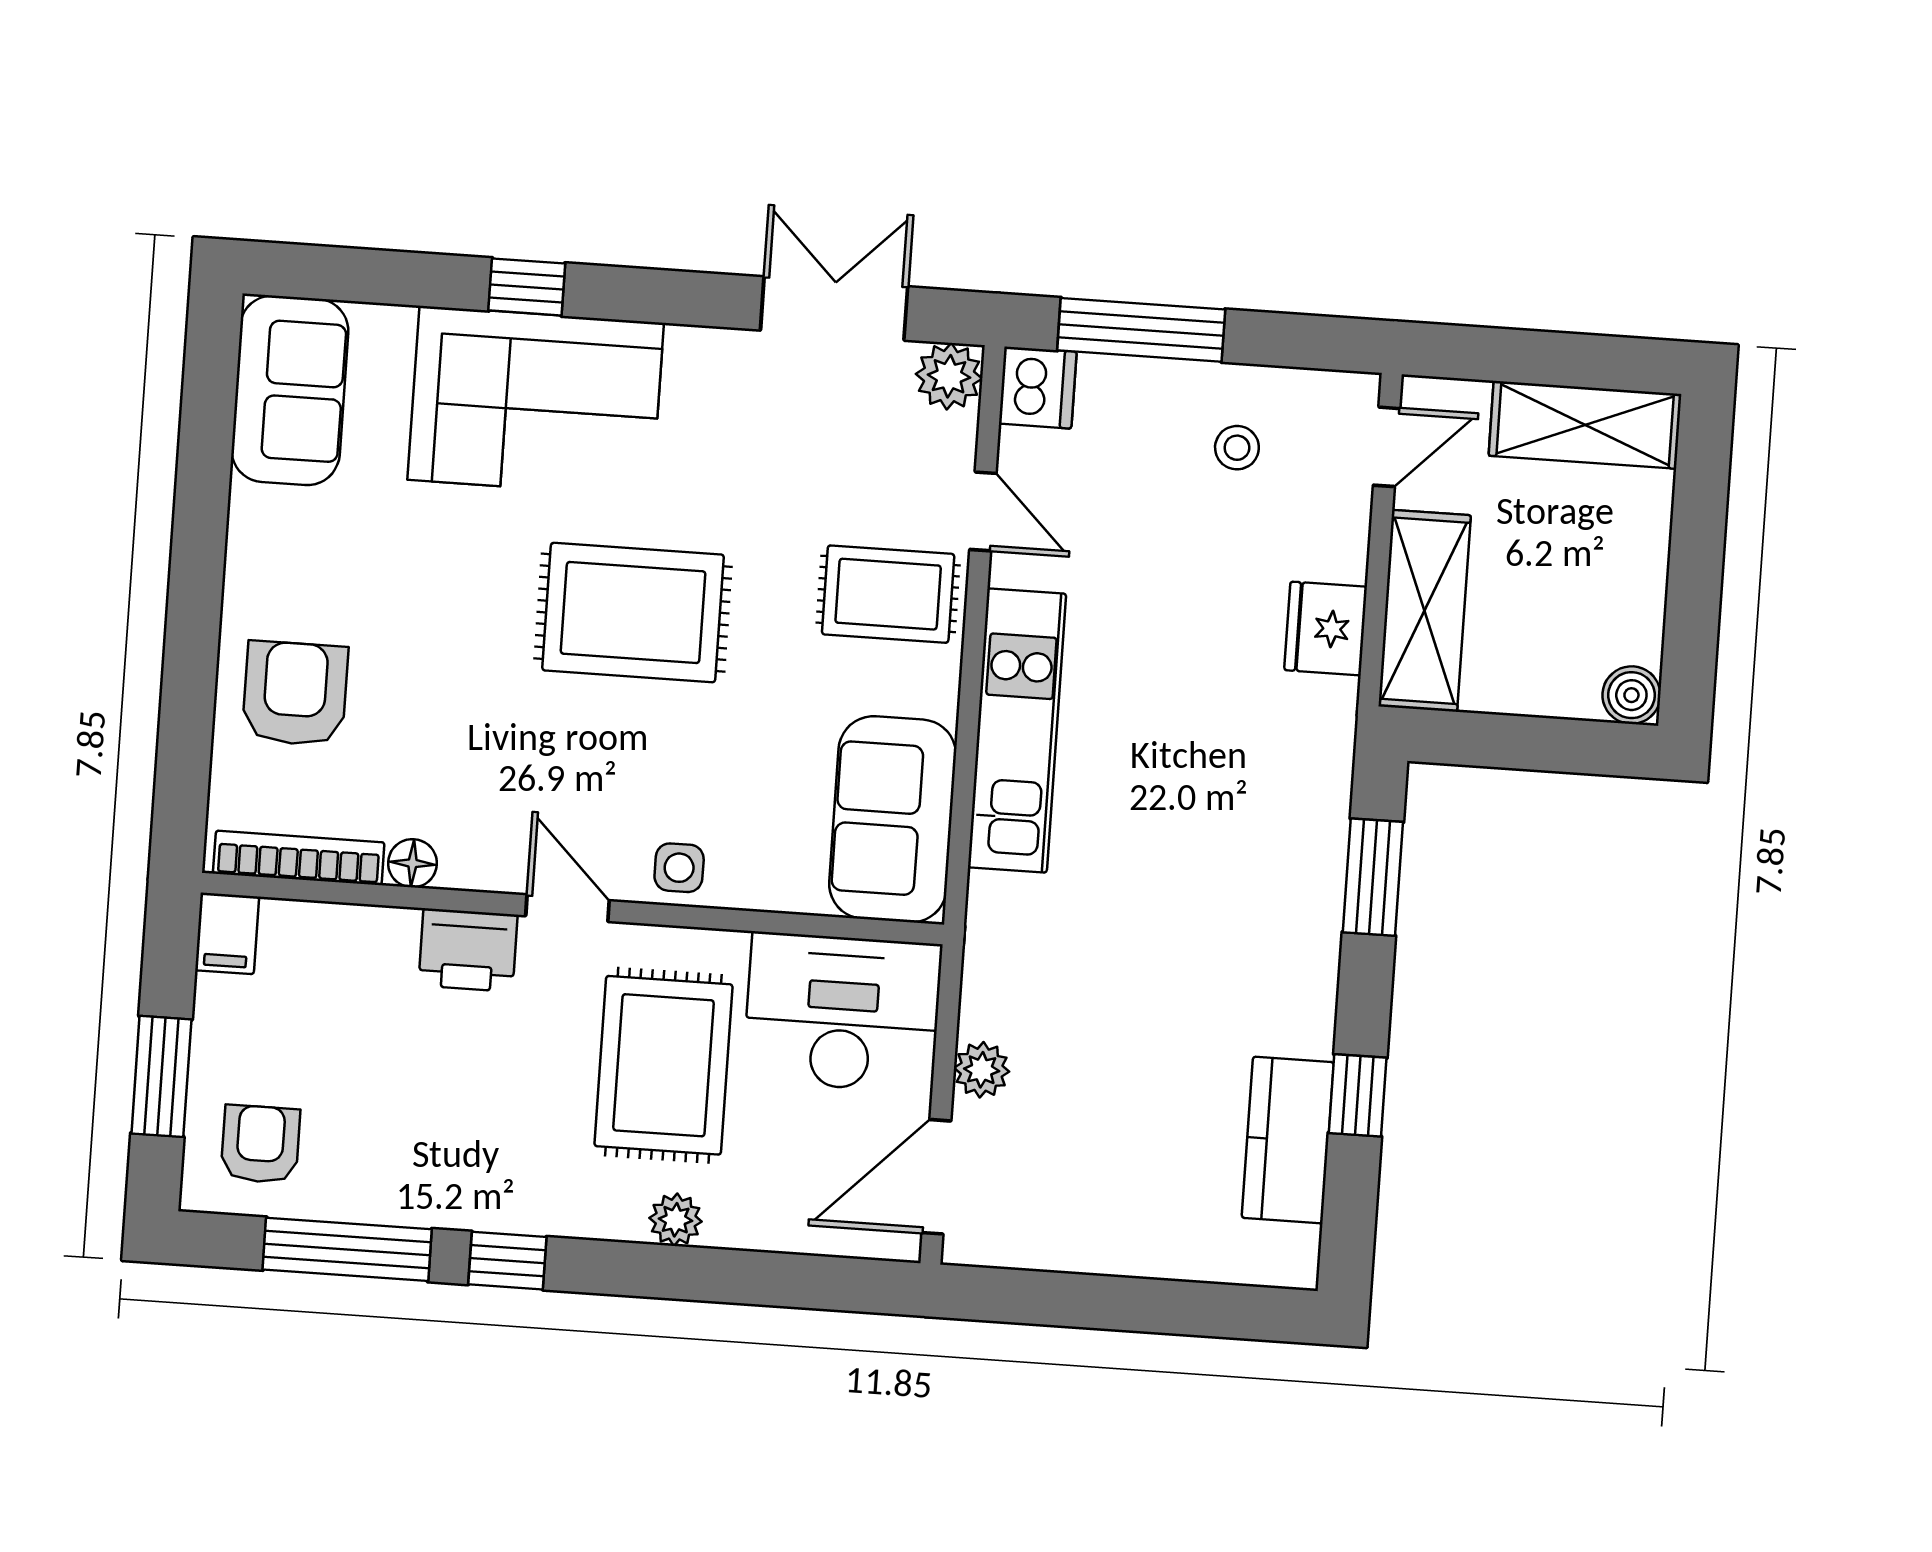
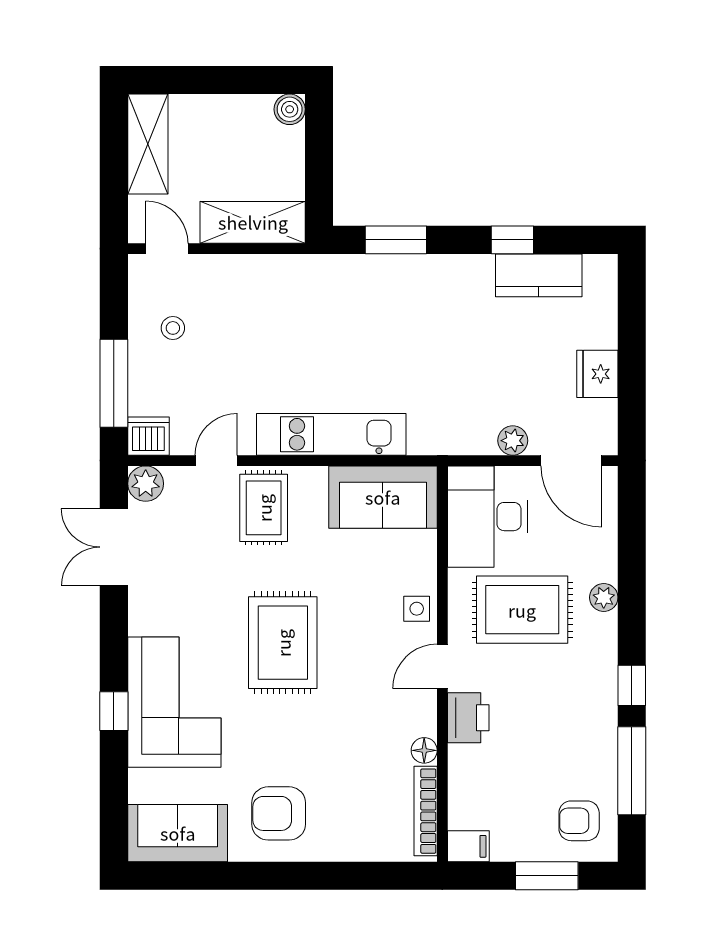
fridge: (1326, 628) -> (597, 374), moved, turned 90
armchair: (295, 694) -> (279, 813), moved

